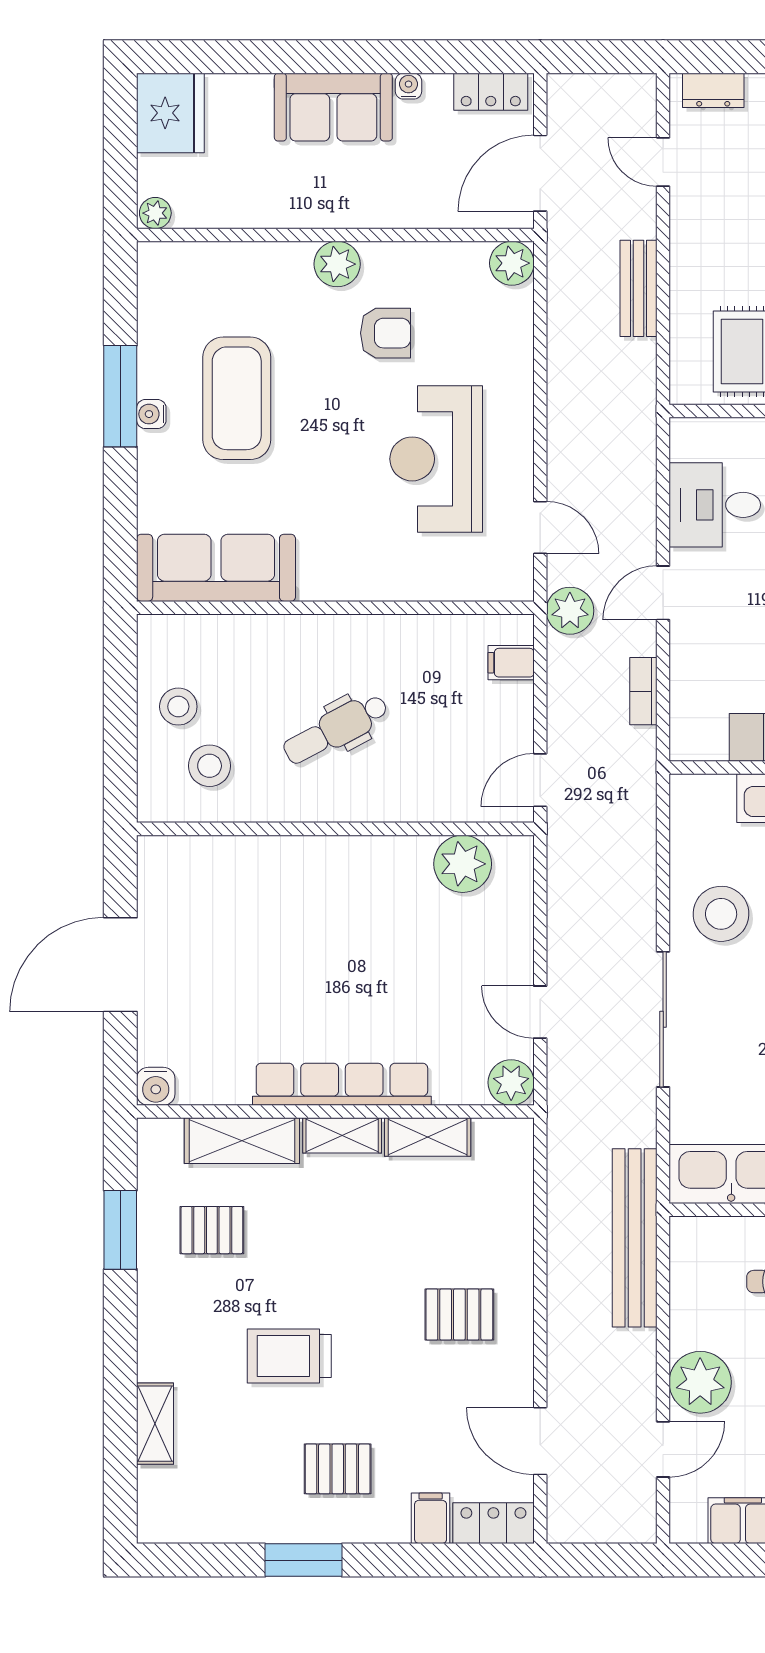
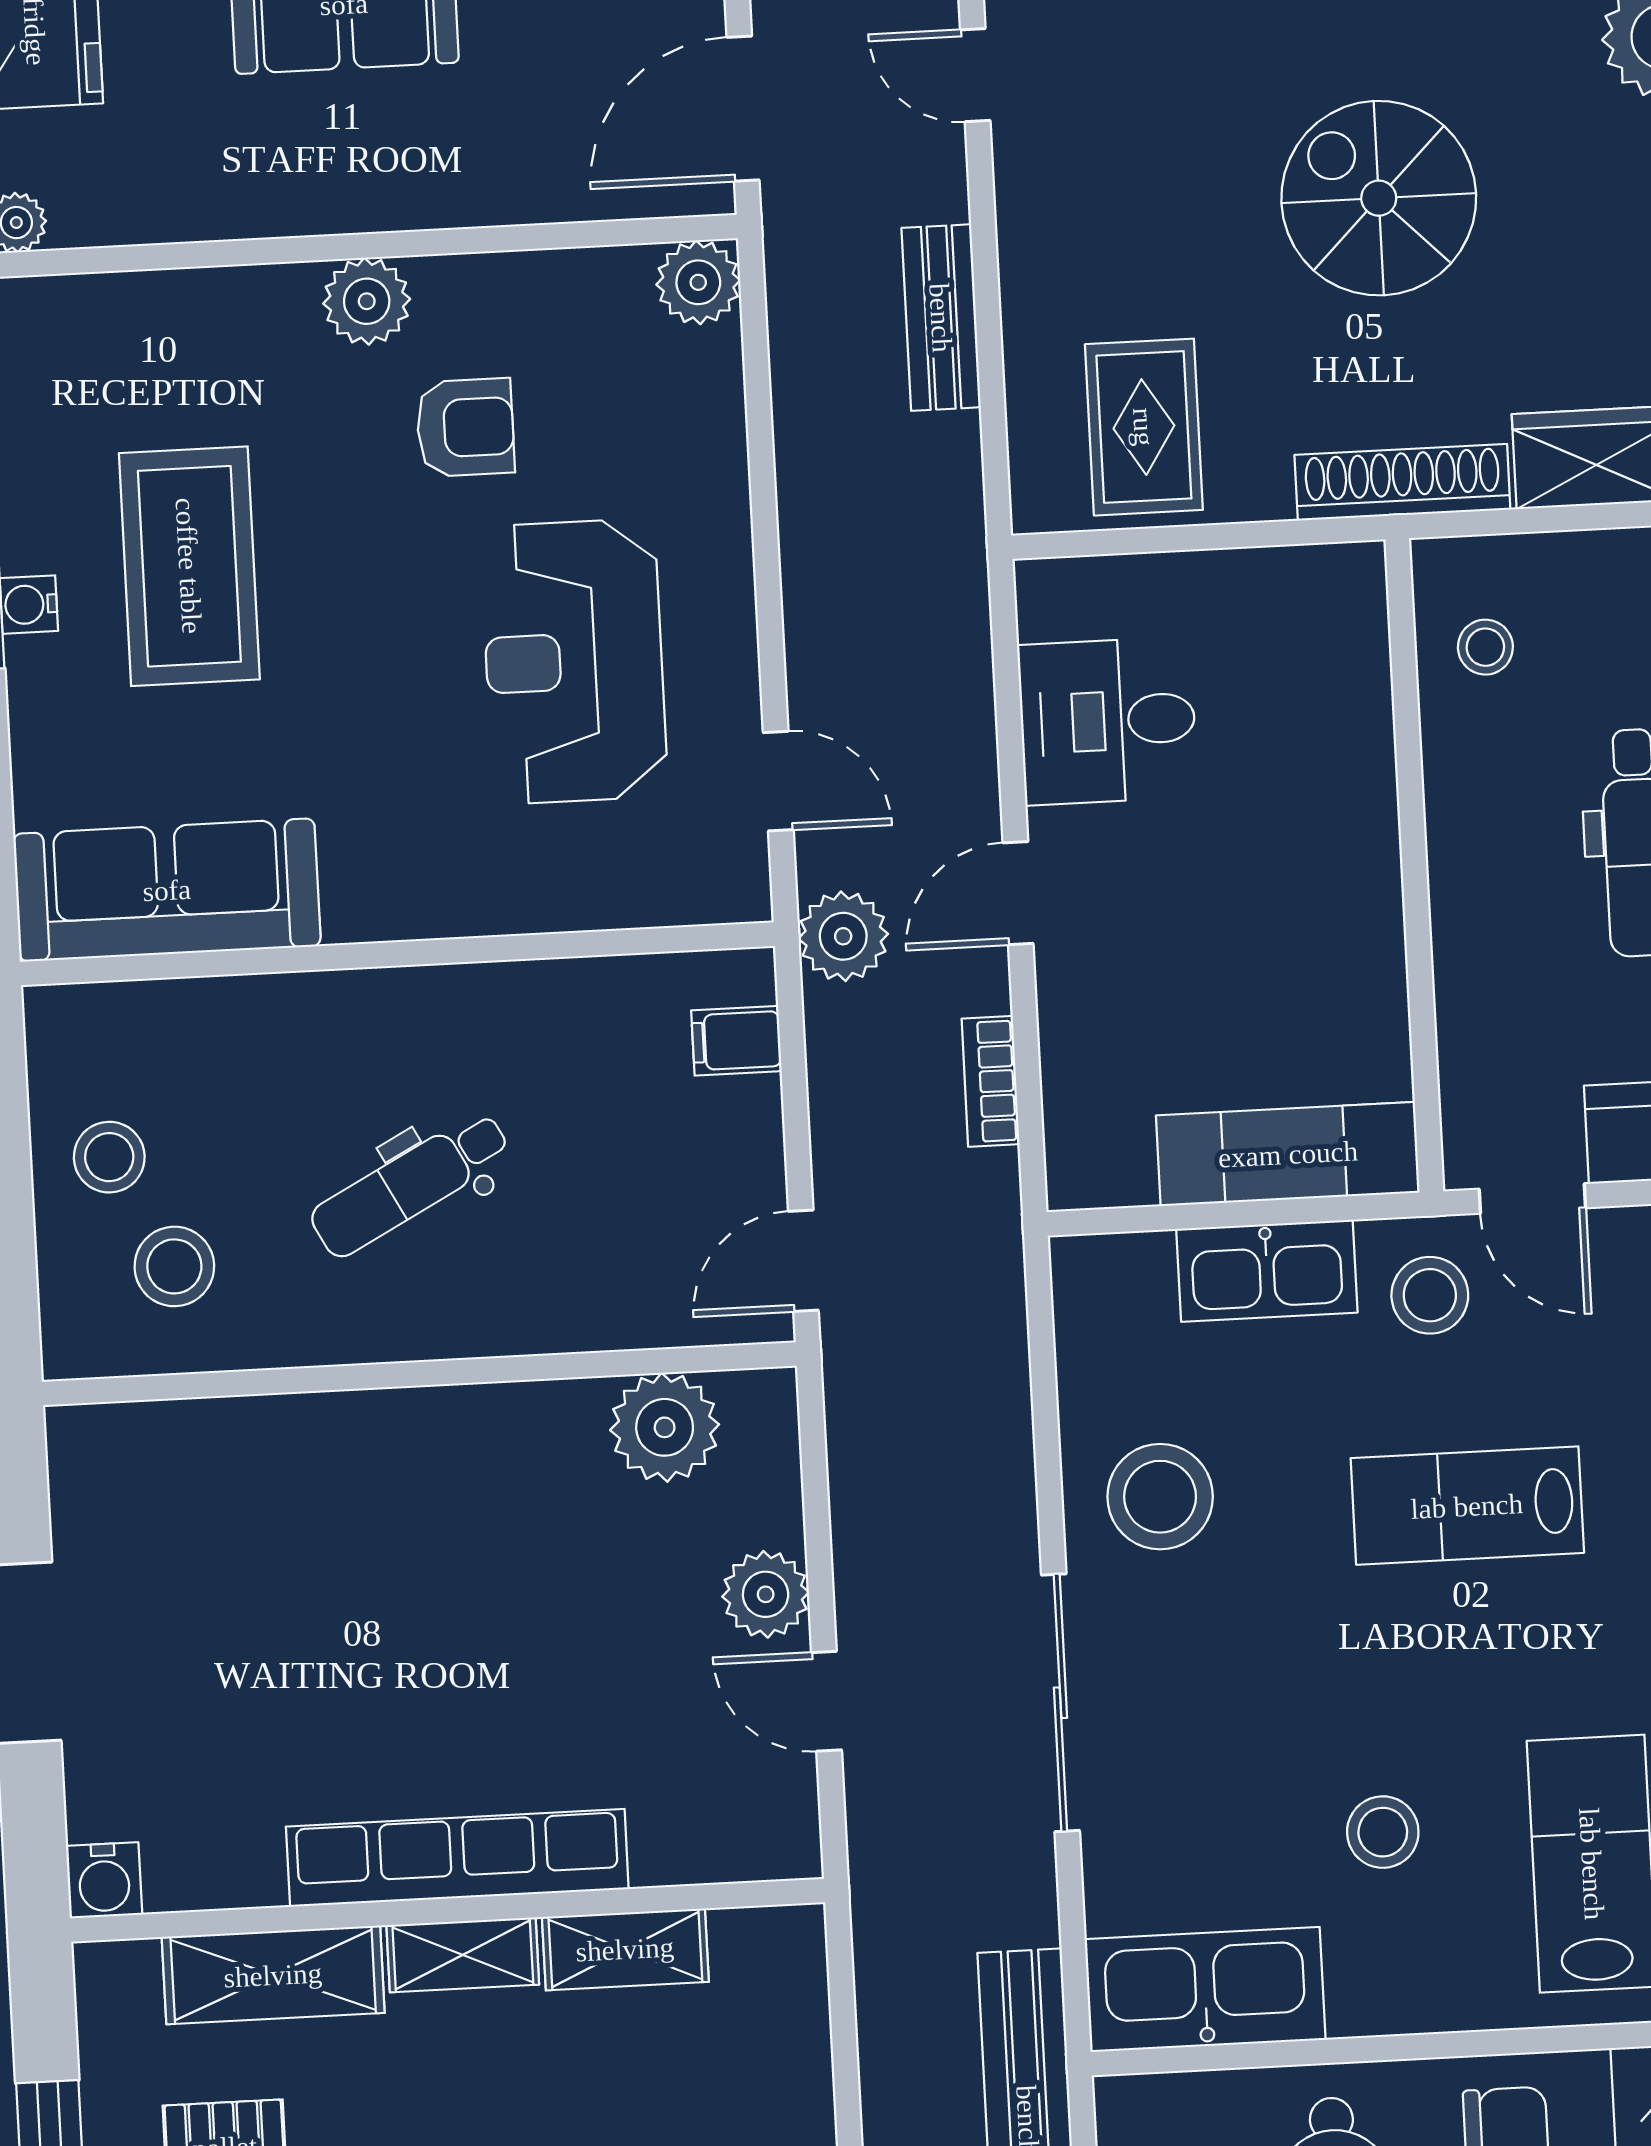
plant: (511, 1082) -> (766, 1594), moved

